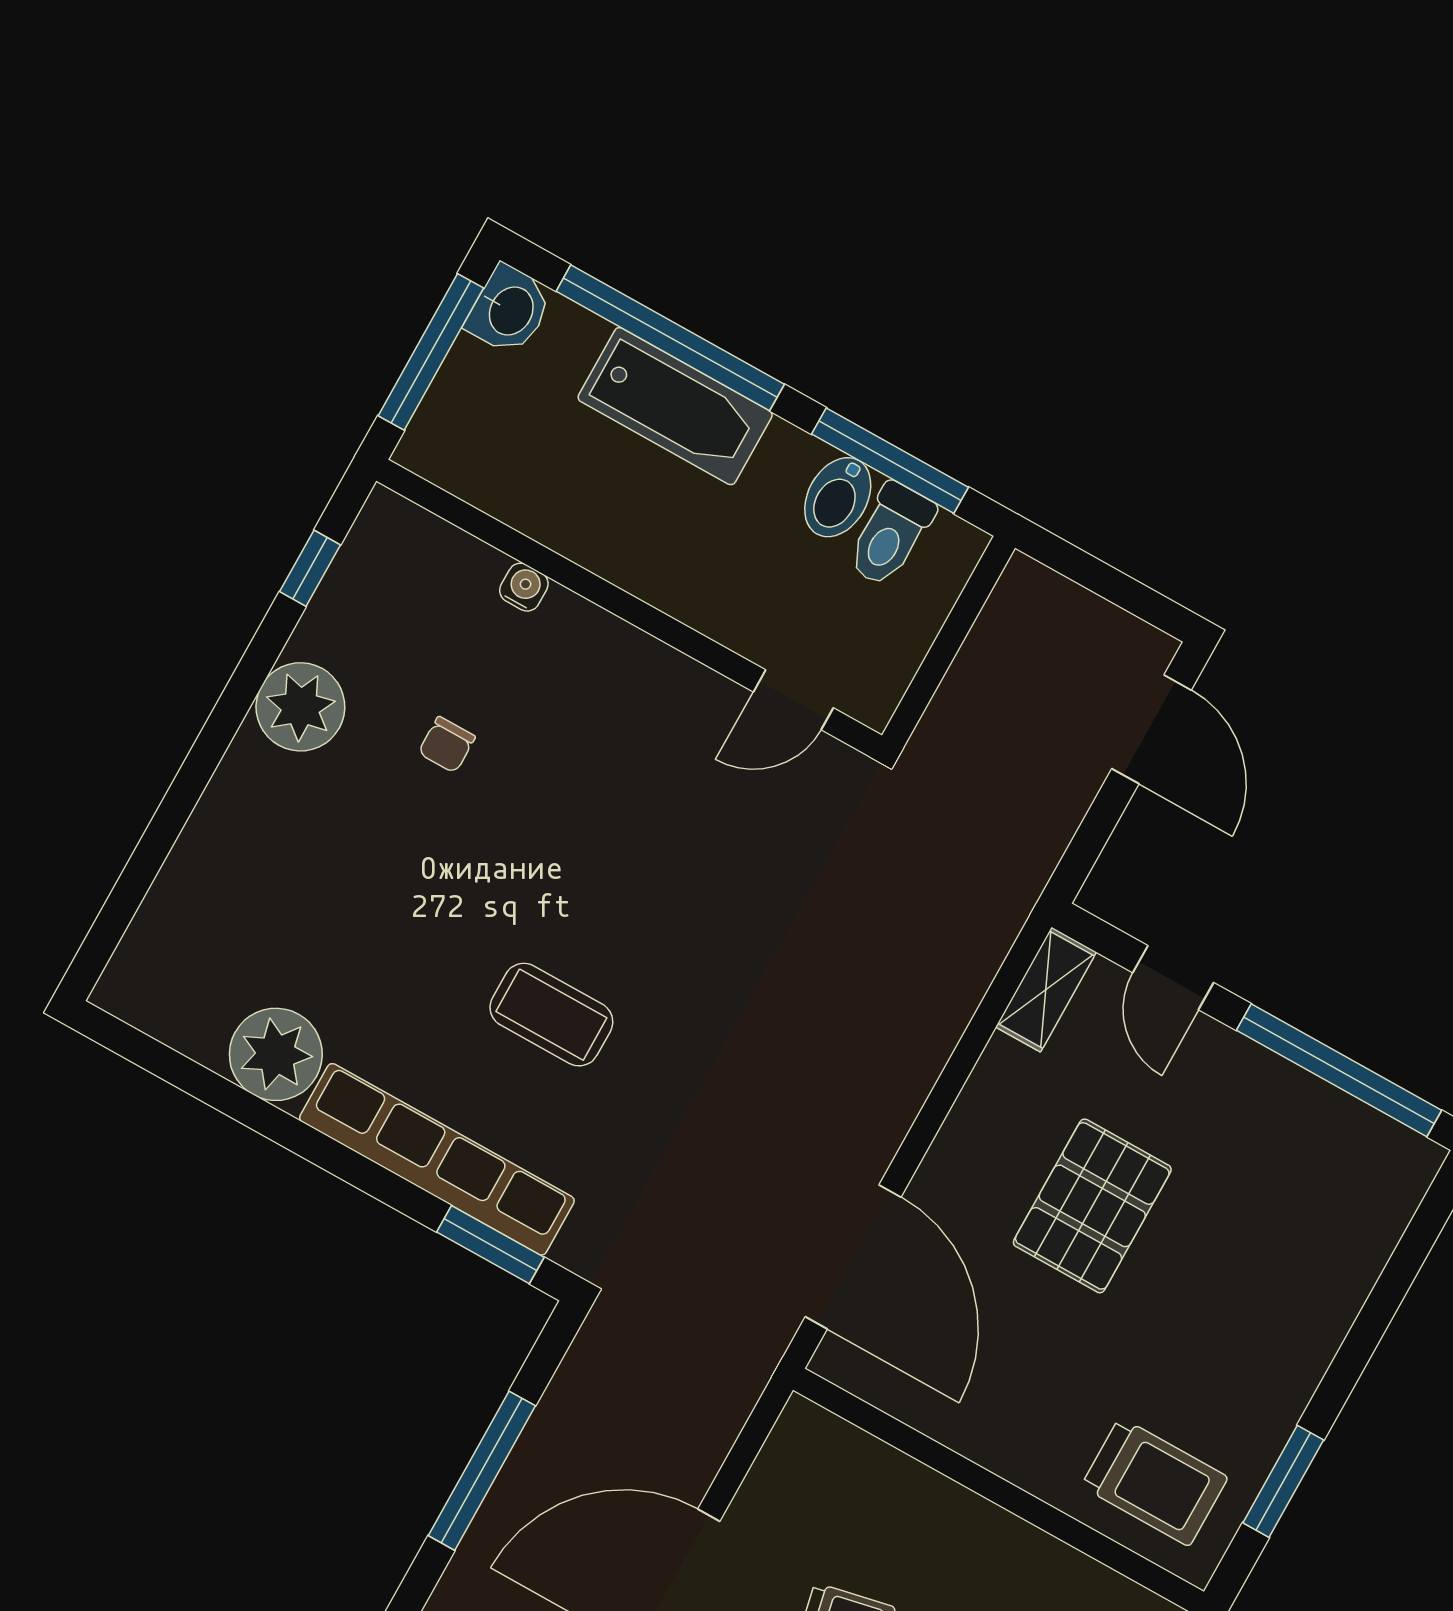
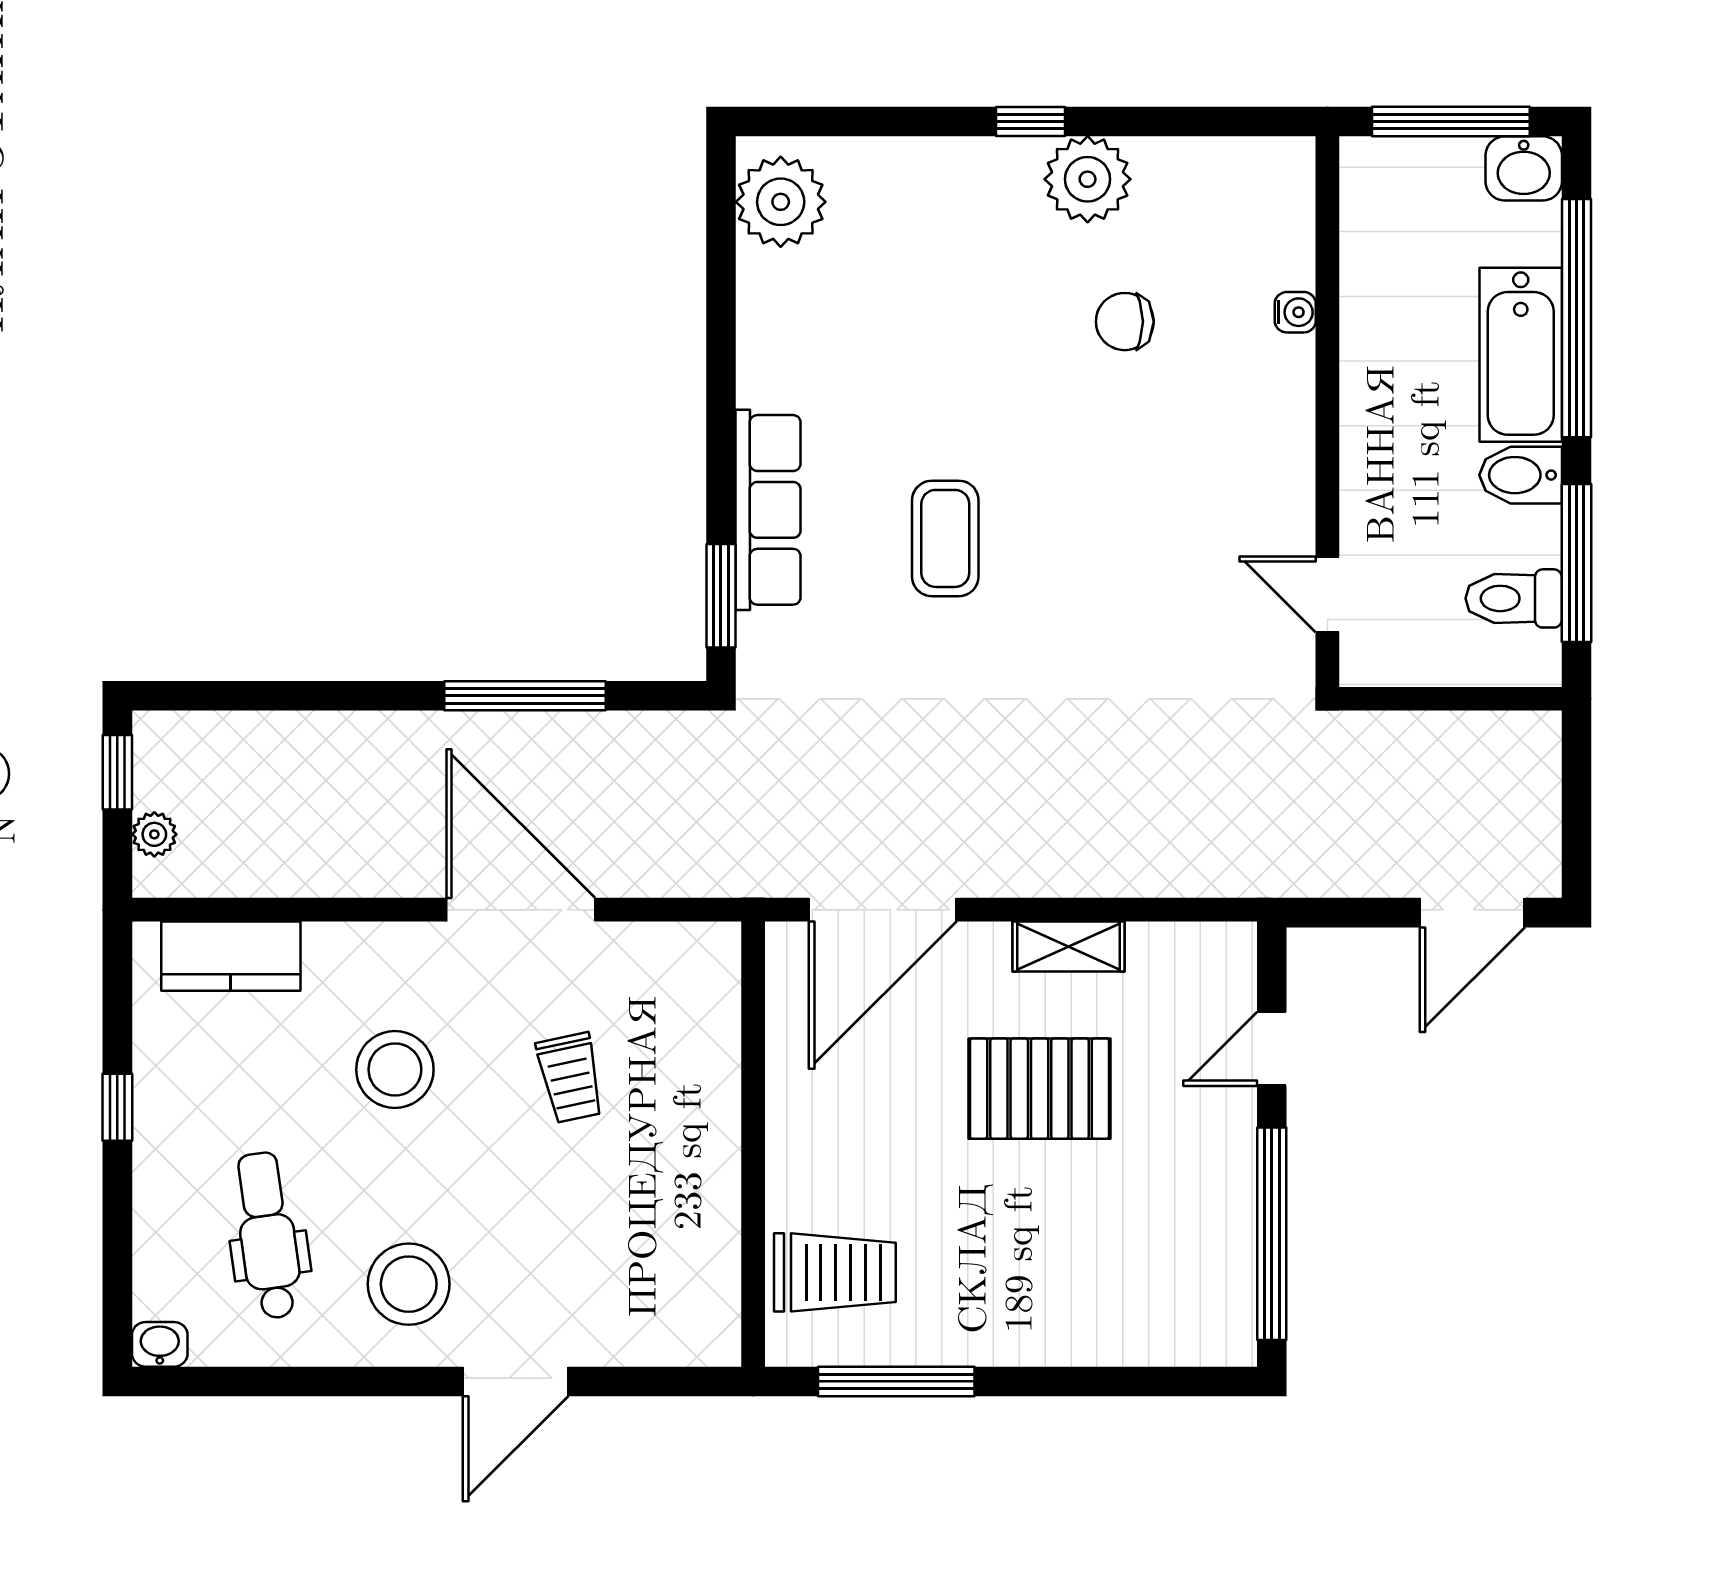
bidet: (838, 497) -> (1521, 475), moved
window: (310, 568) -> (1031, 122), moved
chair: (447, 745) -> (1125, 322), width x1.37, depth x1.37
shelving: (1046, 990) -> (1068, 947), moved
plant: (276, 1054) -> (781, 202), moved
row of seats: (437, 1159) -> (768, 510), width x0.73
window: (1283, 1481) -> (896, 1381), width x1.44
trolley: (1155, 1482) -> (835, 1272), turned -90

